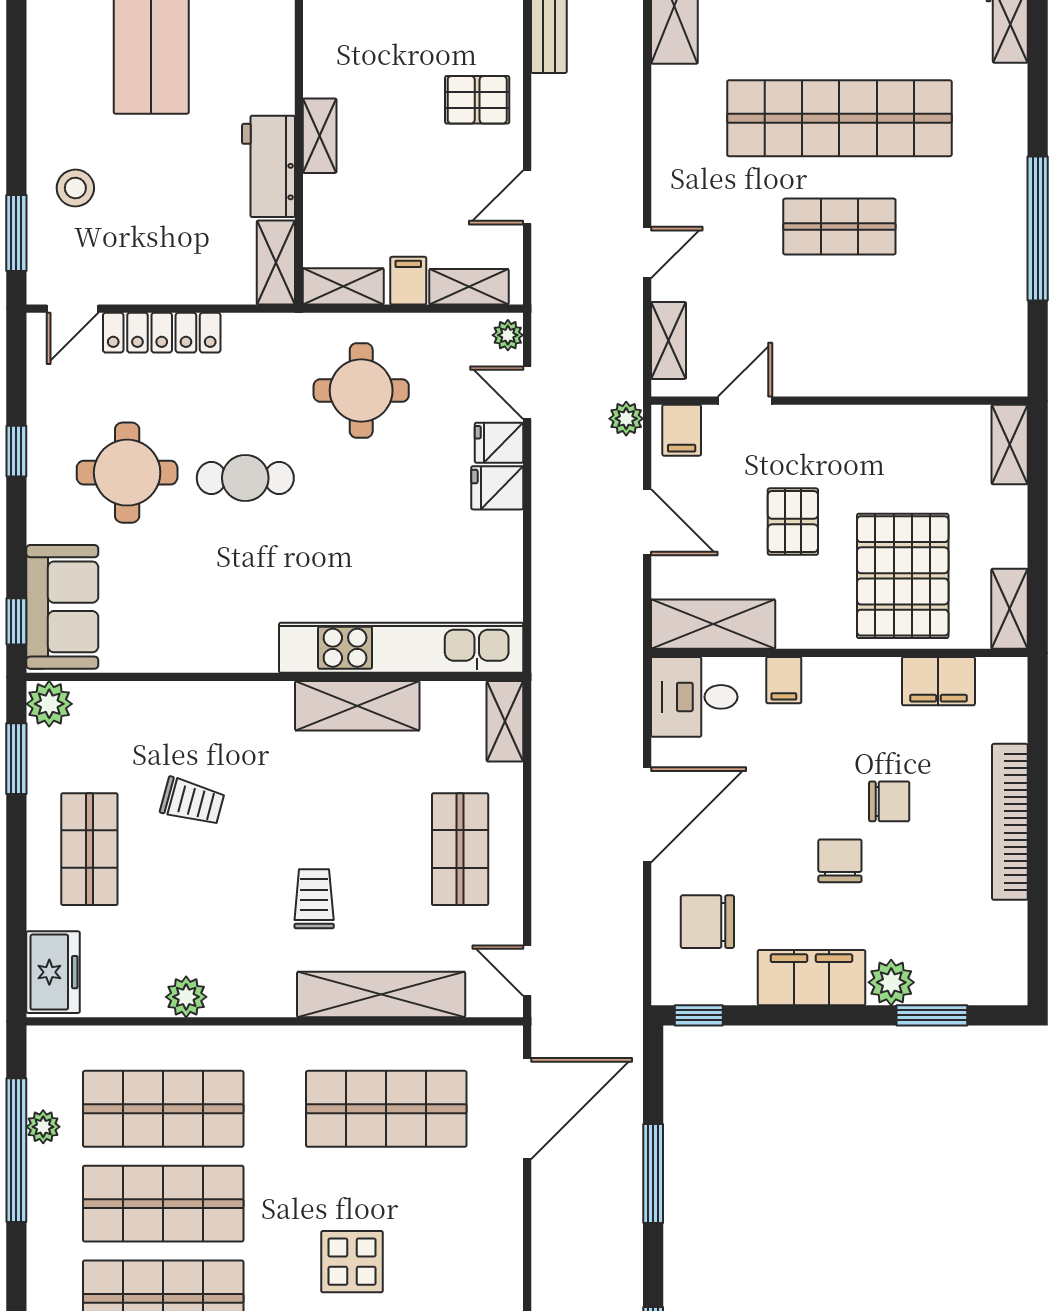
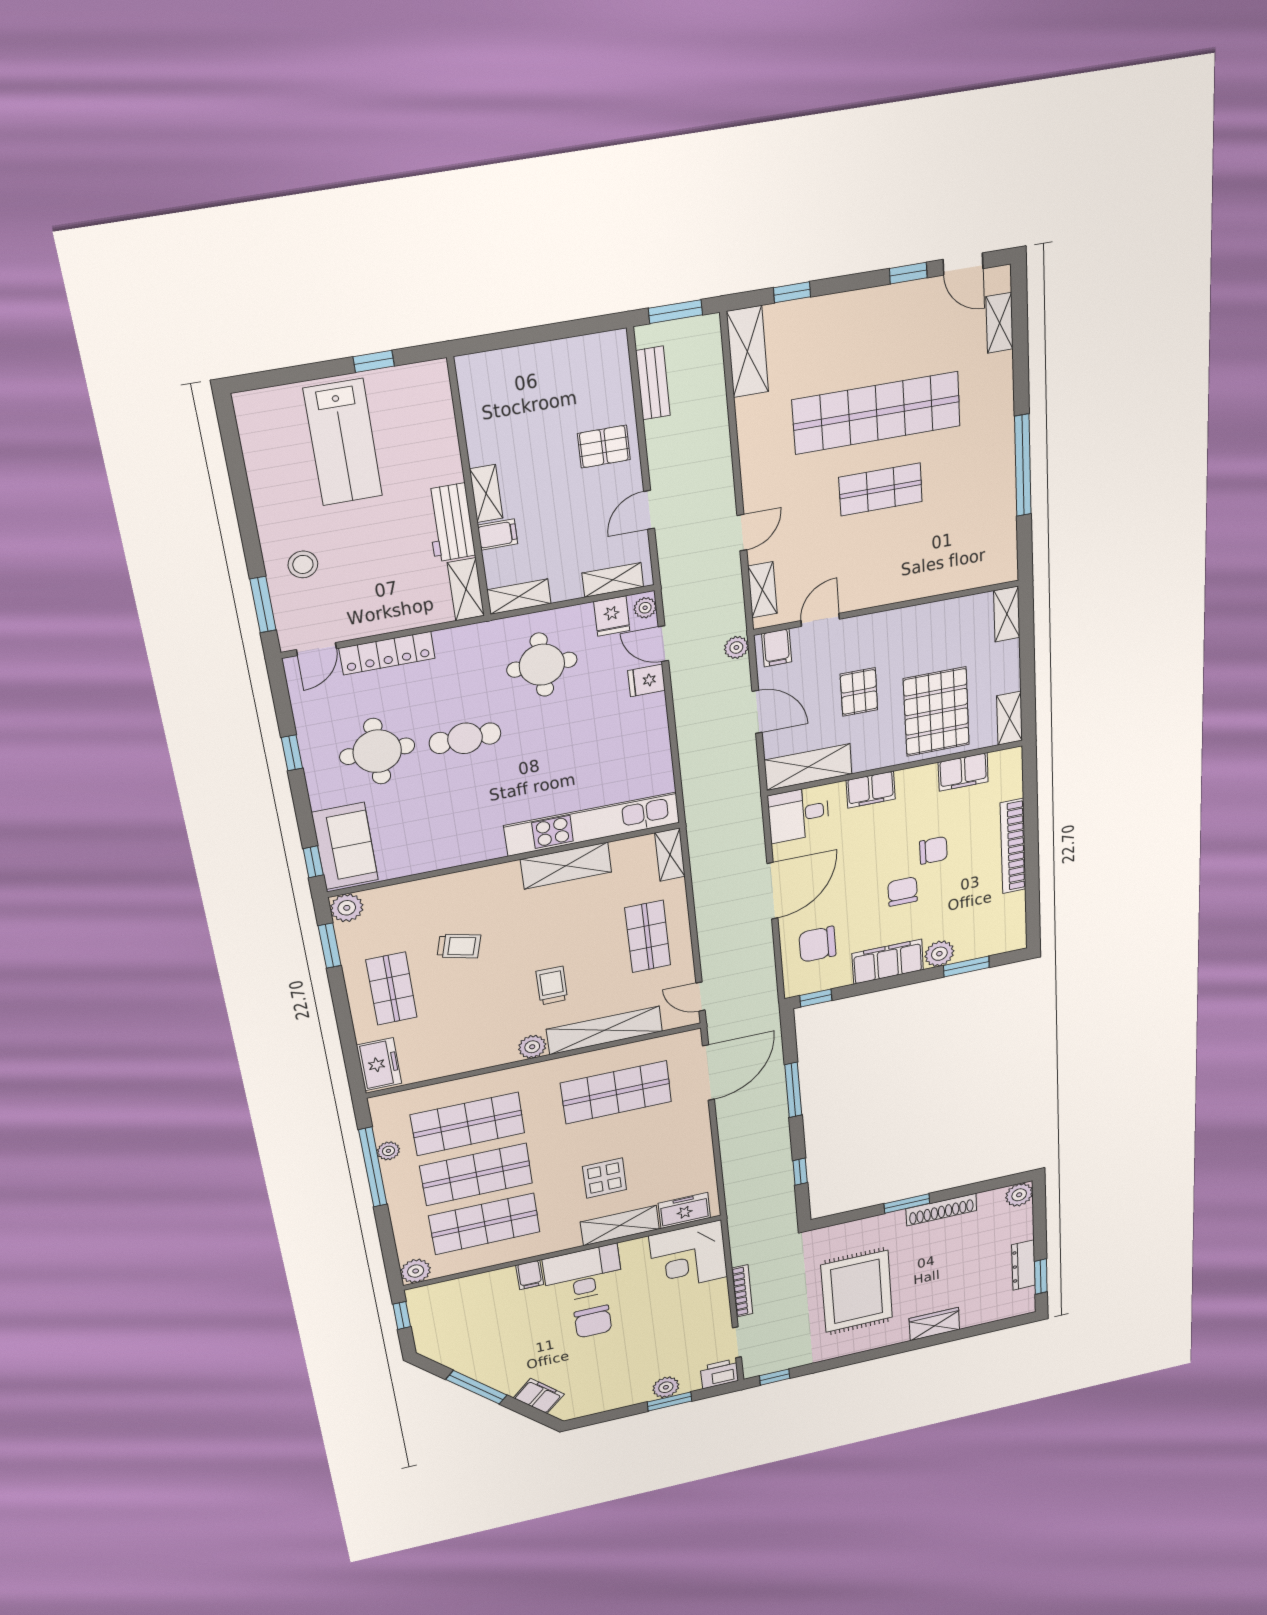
filing cabinet: (408, 281) -> (498, 534), moved, turned 90
fridge: (497, 488) -> (612, 616), moved, turned -90
filing cabinet: (784, 680) -> (871, 790), width x2.00
plant: (186, 997) -> (532, 1047), moved

